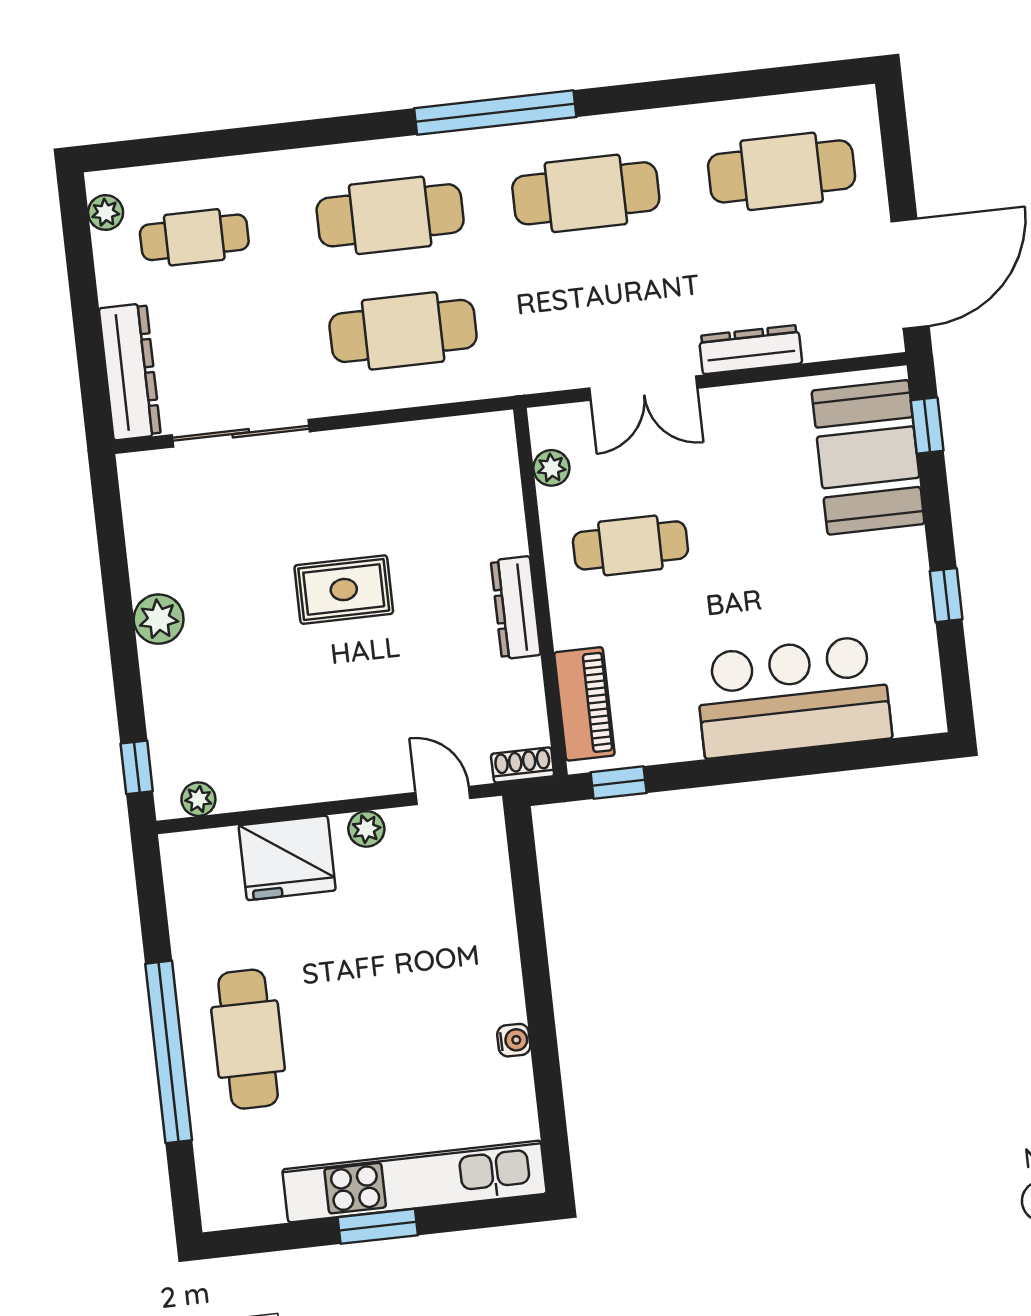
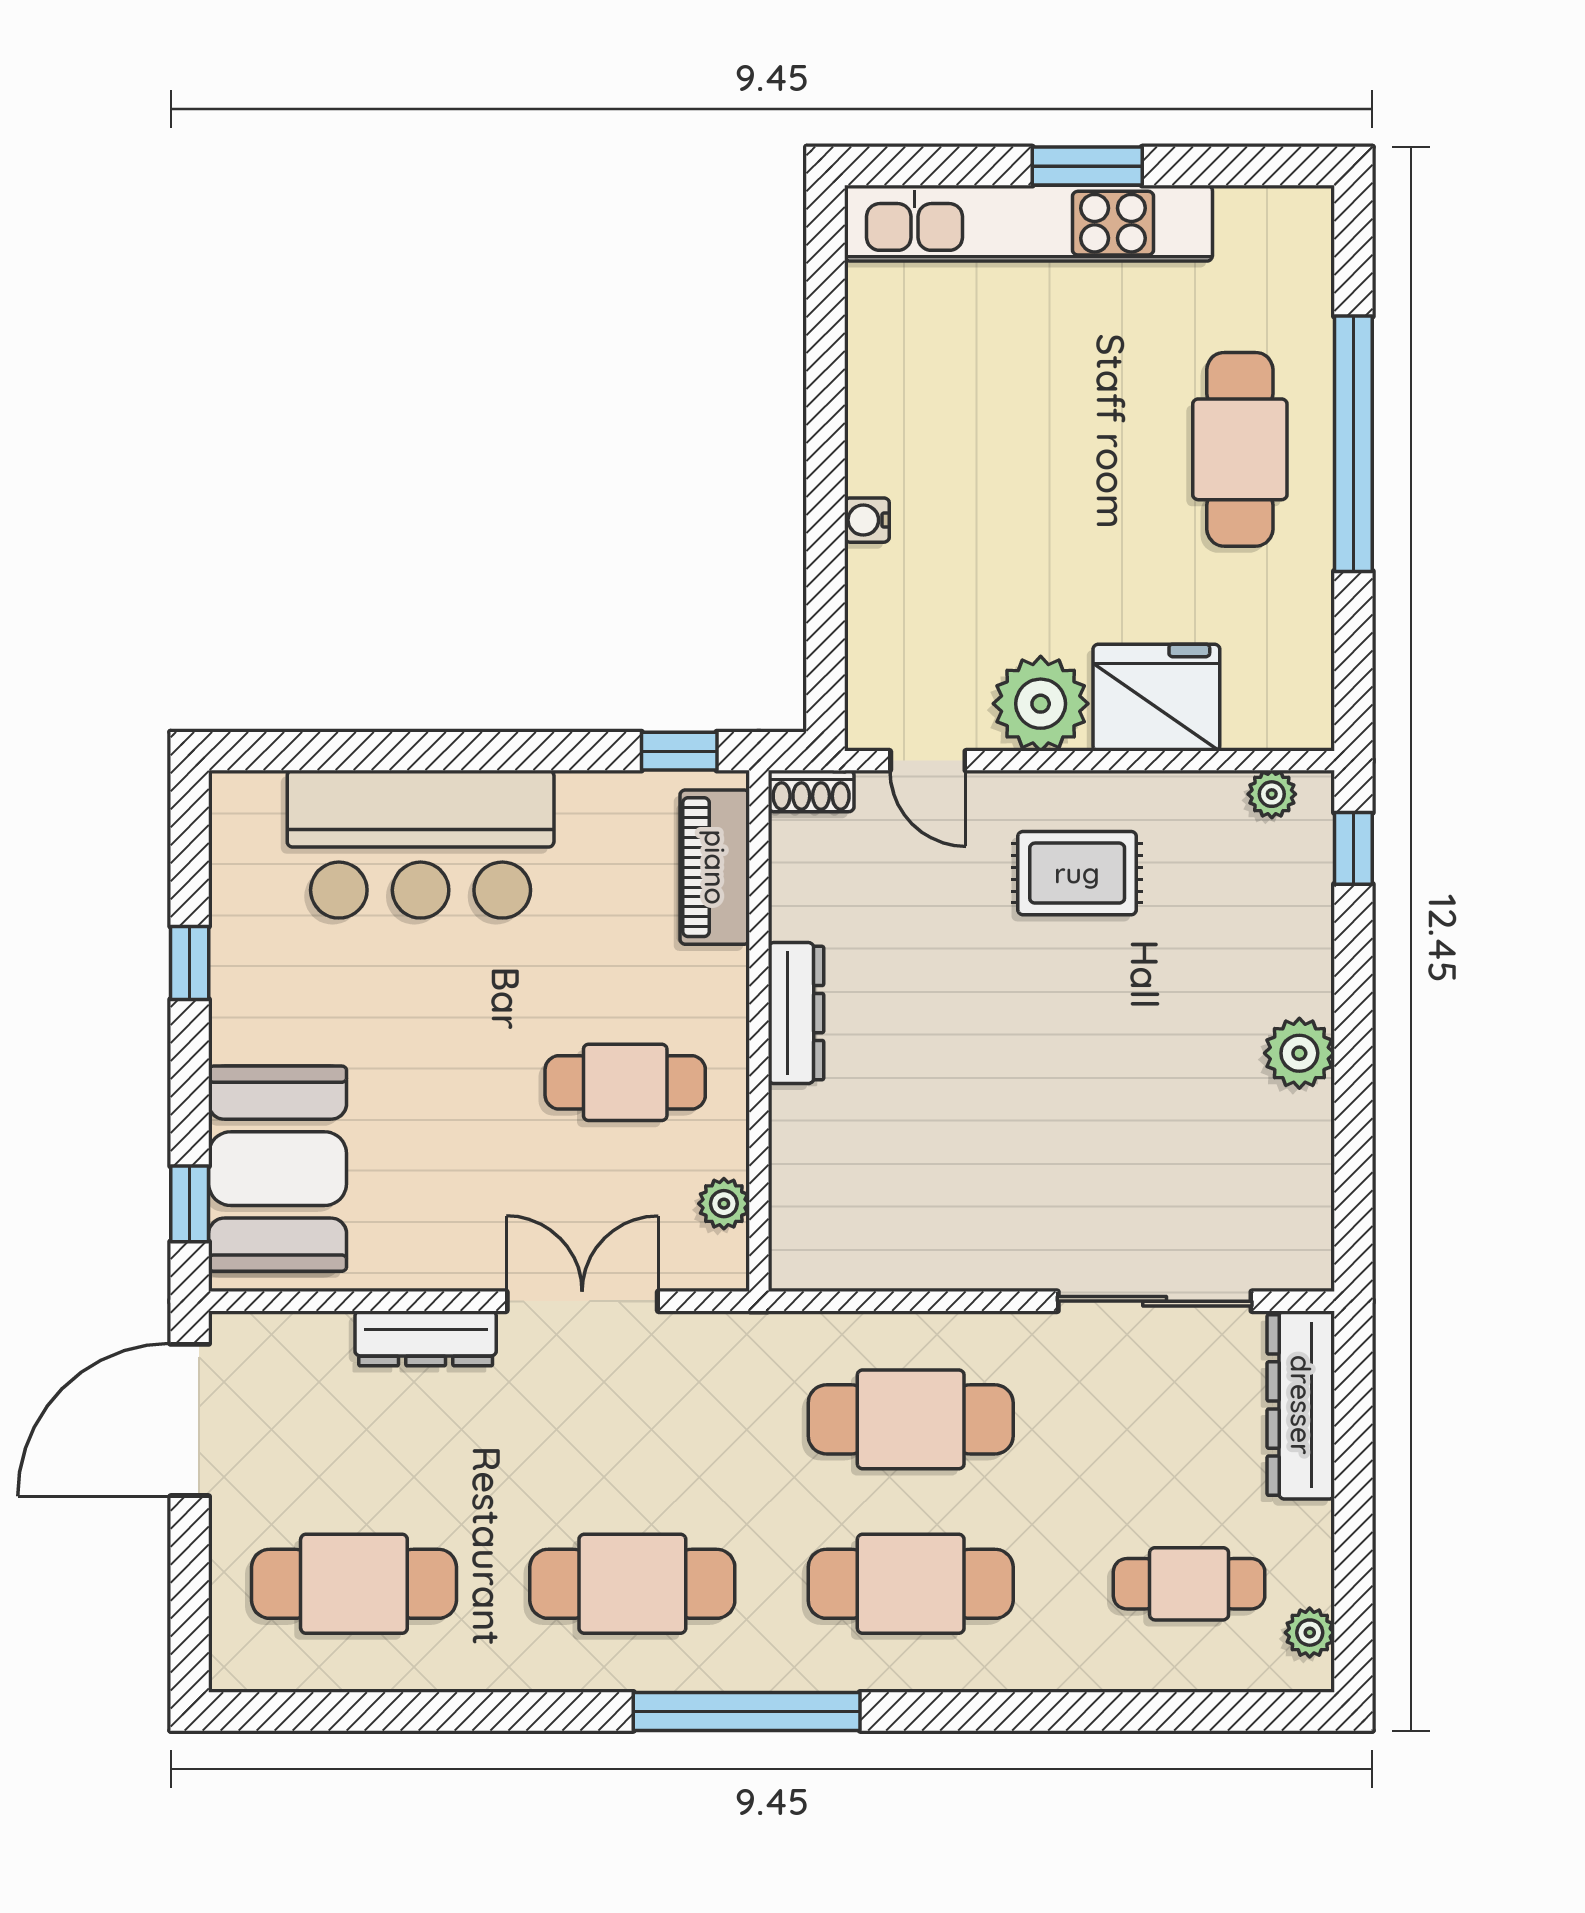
rug: (344, 590) -> (1077, 873), moved
plant: (366, 829) -> (1041, 704), width x1.88, depth x1.88
water cooler: (514, 1040) -> (867, 520), moved

